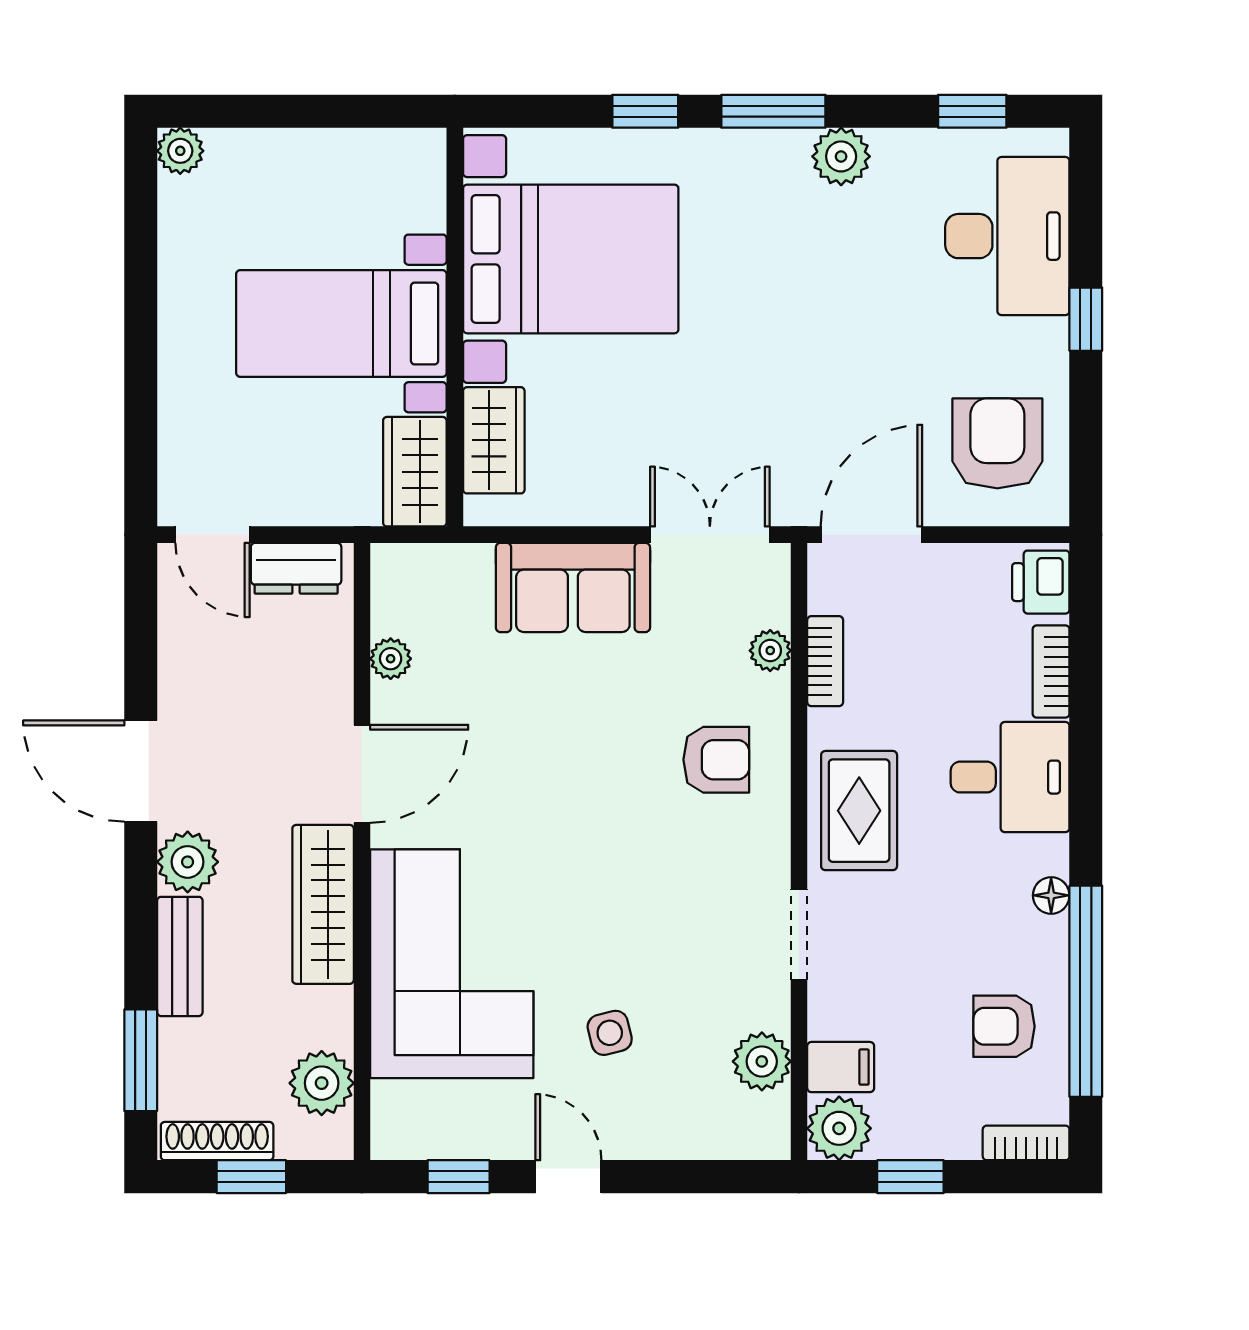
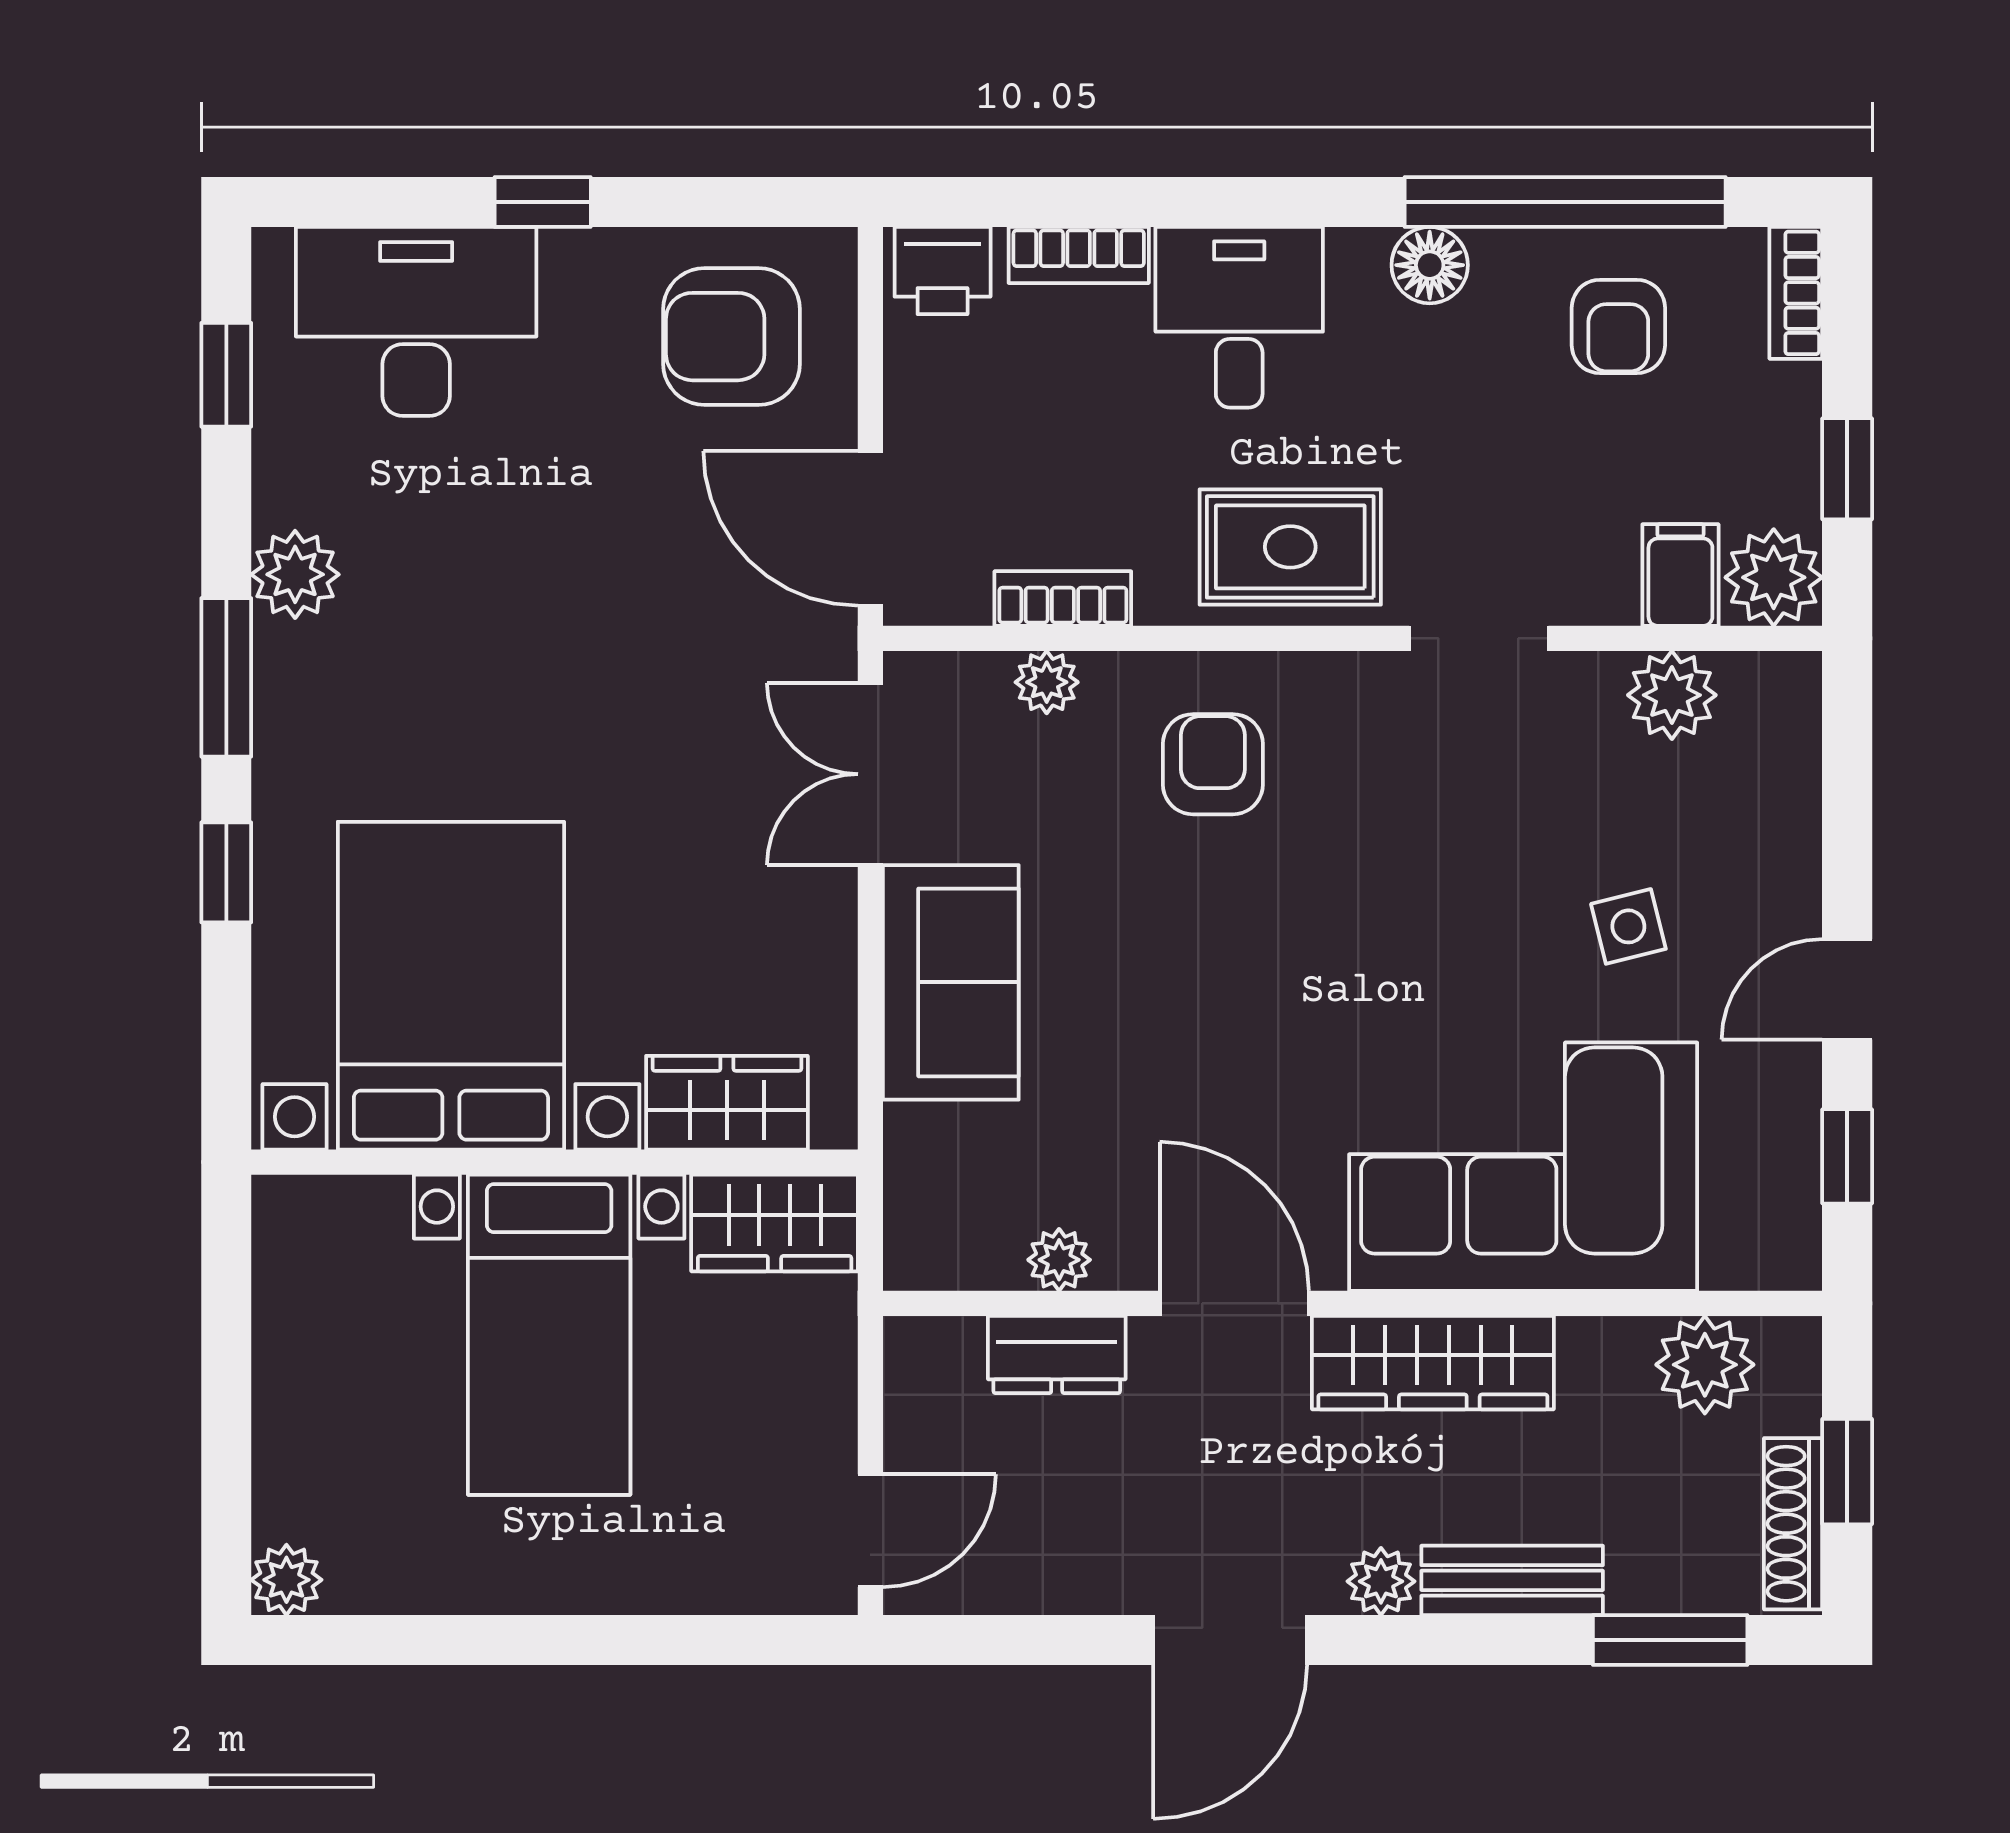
dresser: (296, 568) -> (1057, 1354), moved, turned 90
plant: (188, 862) -> (1381, 1581), width x0.73, depth x0.73
floor lamp: (1051, 895) -> (1430, 265), width x1.37, depth x1.37

